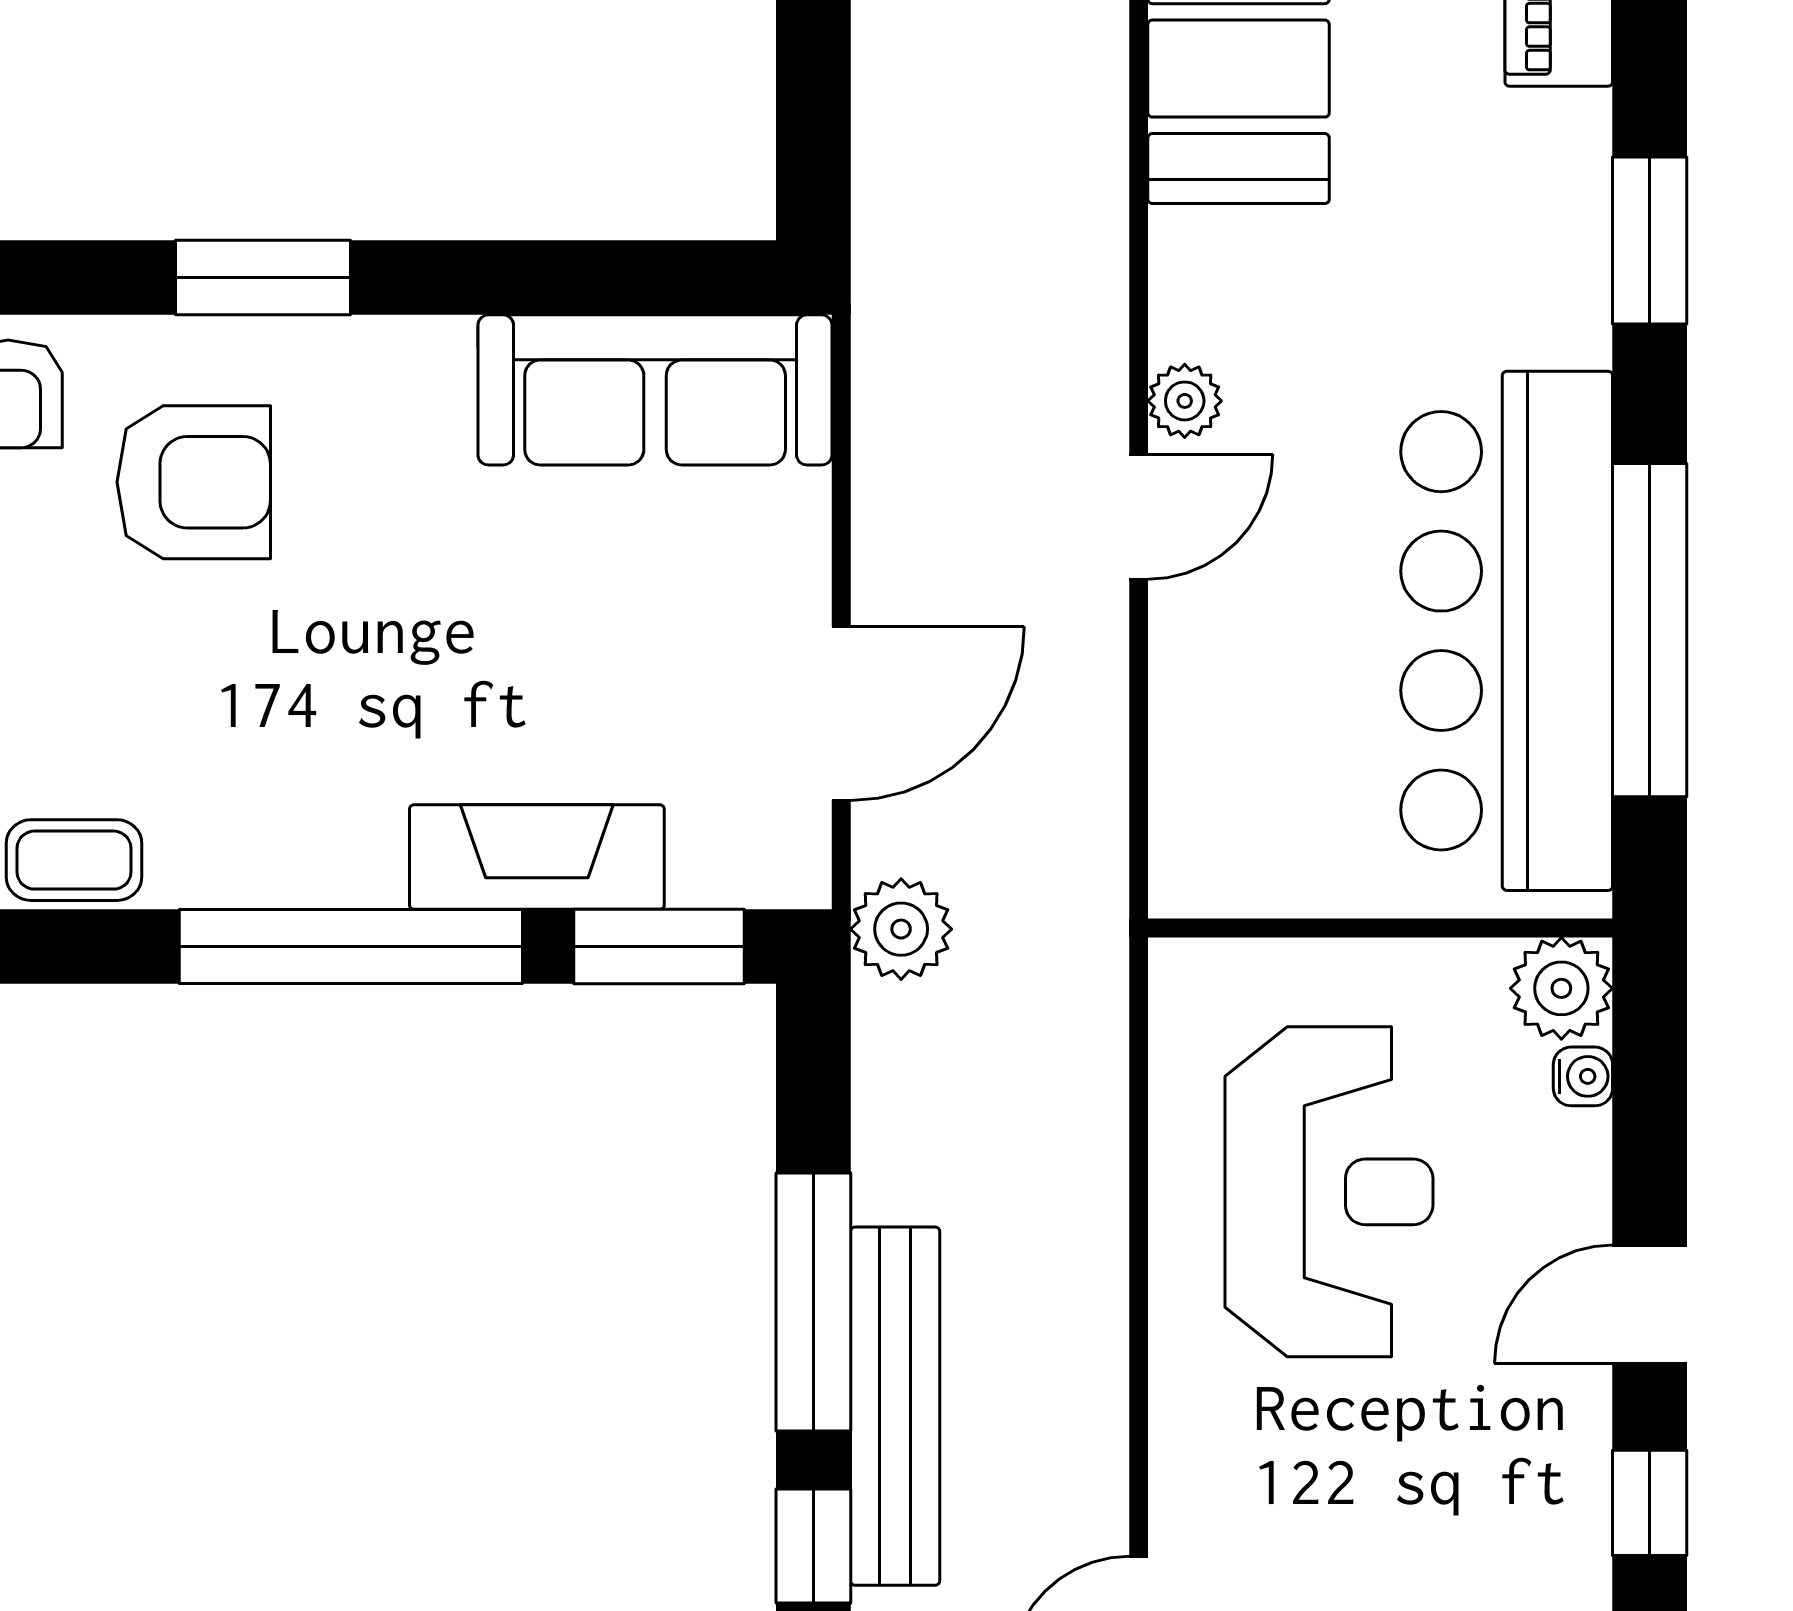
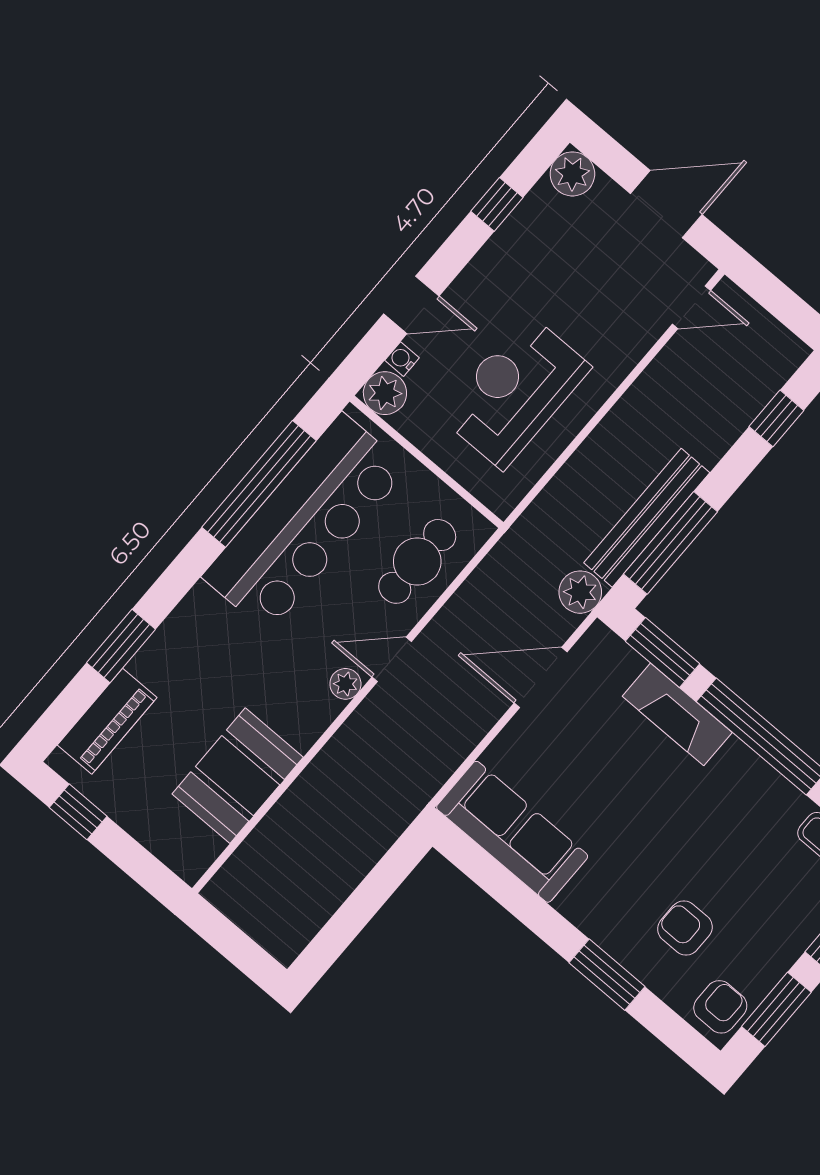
window: (1650, 240) -> (121, 646), moved
armchair: (194, 482) -> (685, 928), width x0.72, depth x0.72
cafe table: (1244, 733) -> (417, 561), added
window: (813, 1302) -> (671, 543), moved
door: (1650, 1304) -> (411, 305), moved
bench: (895, 1406) -> (647, 518), moved

